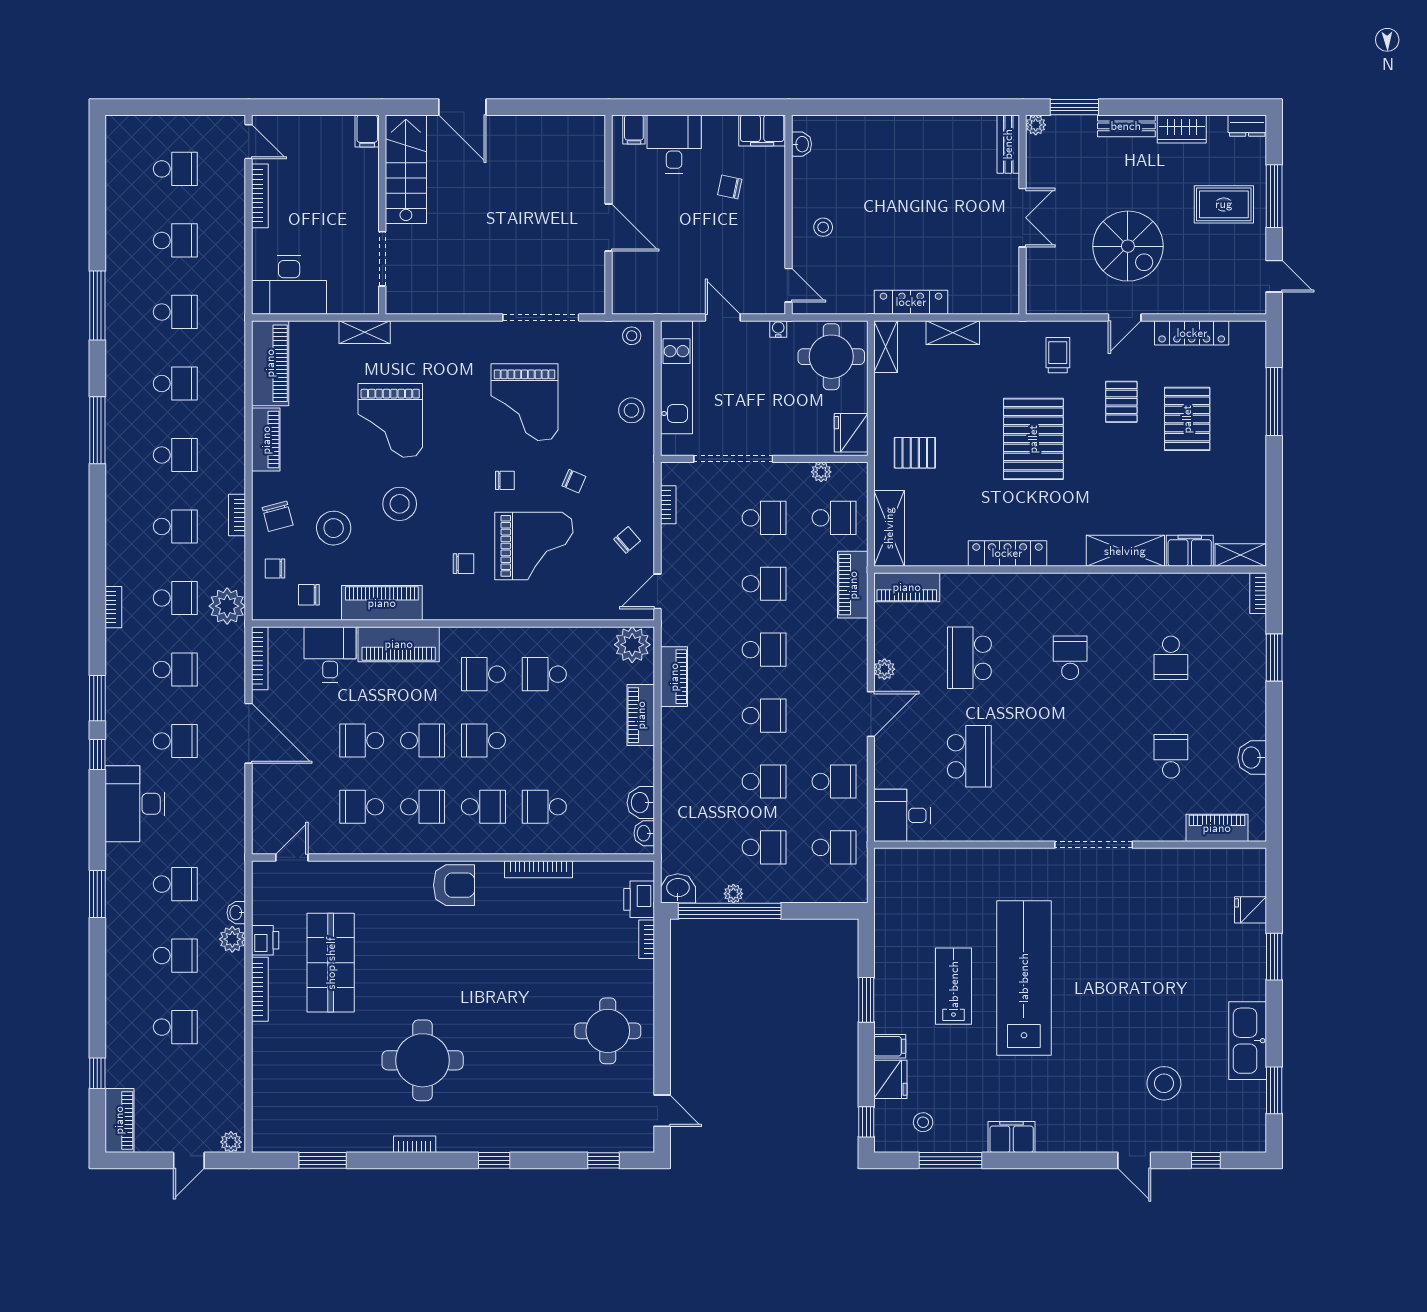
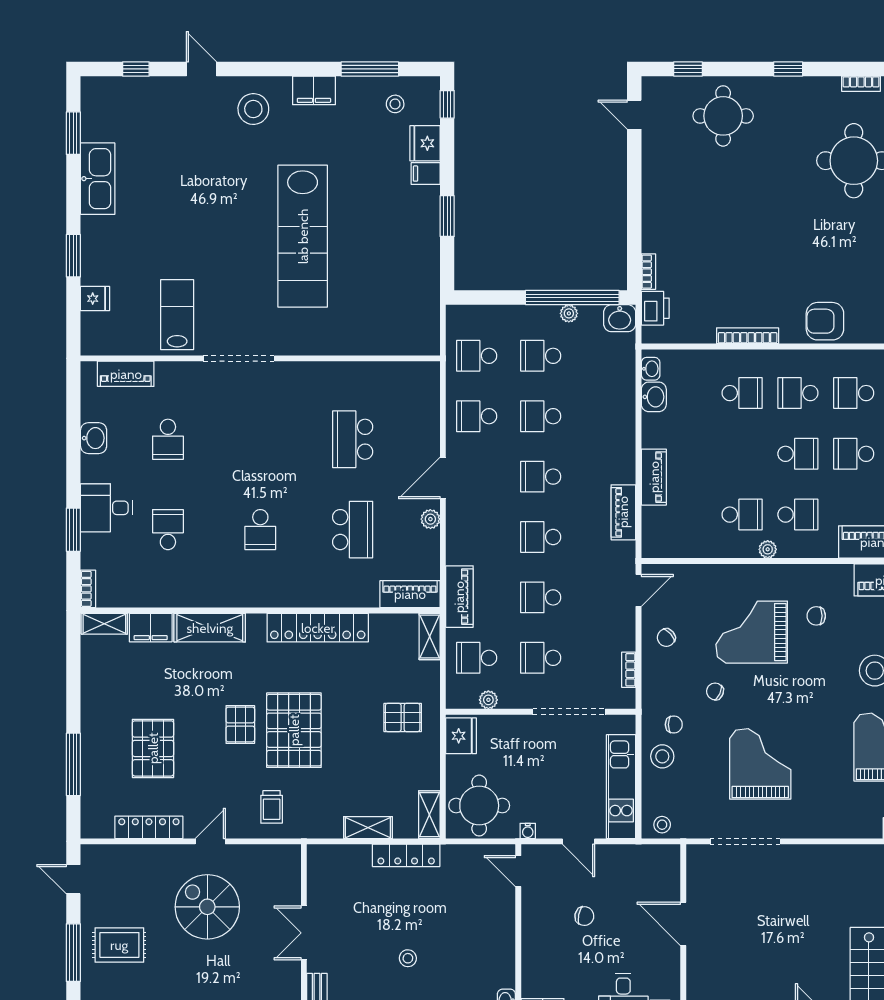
chair: (730, 187) -> (584, 916), moved
stool: (823, 227) -> (408, 958), moved
pallet: (1121, 402) -> (240, 724), moved
chair: (505, 480) -> (674, 725), moved, turned 180
shelving: (889, 528) -> (430, 637), width x0.67, depth x0.75
locker: (1007, 553) -> (318, 628), width x1.41, depth x1.21
plant: (632, 645) -> (768, 549), moved, width x0.53, depth x0.53
desk: (902, 815) -> (106, 508), moved, turned 180
lab bench: (954, 986) -> (177, 315), moved, turned 180
round table: (608, 1031) -> (723, 116), moved
stool: (1164, 1083) -> (253, 109), moved

